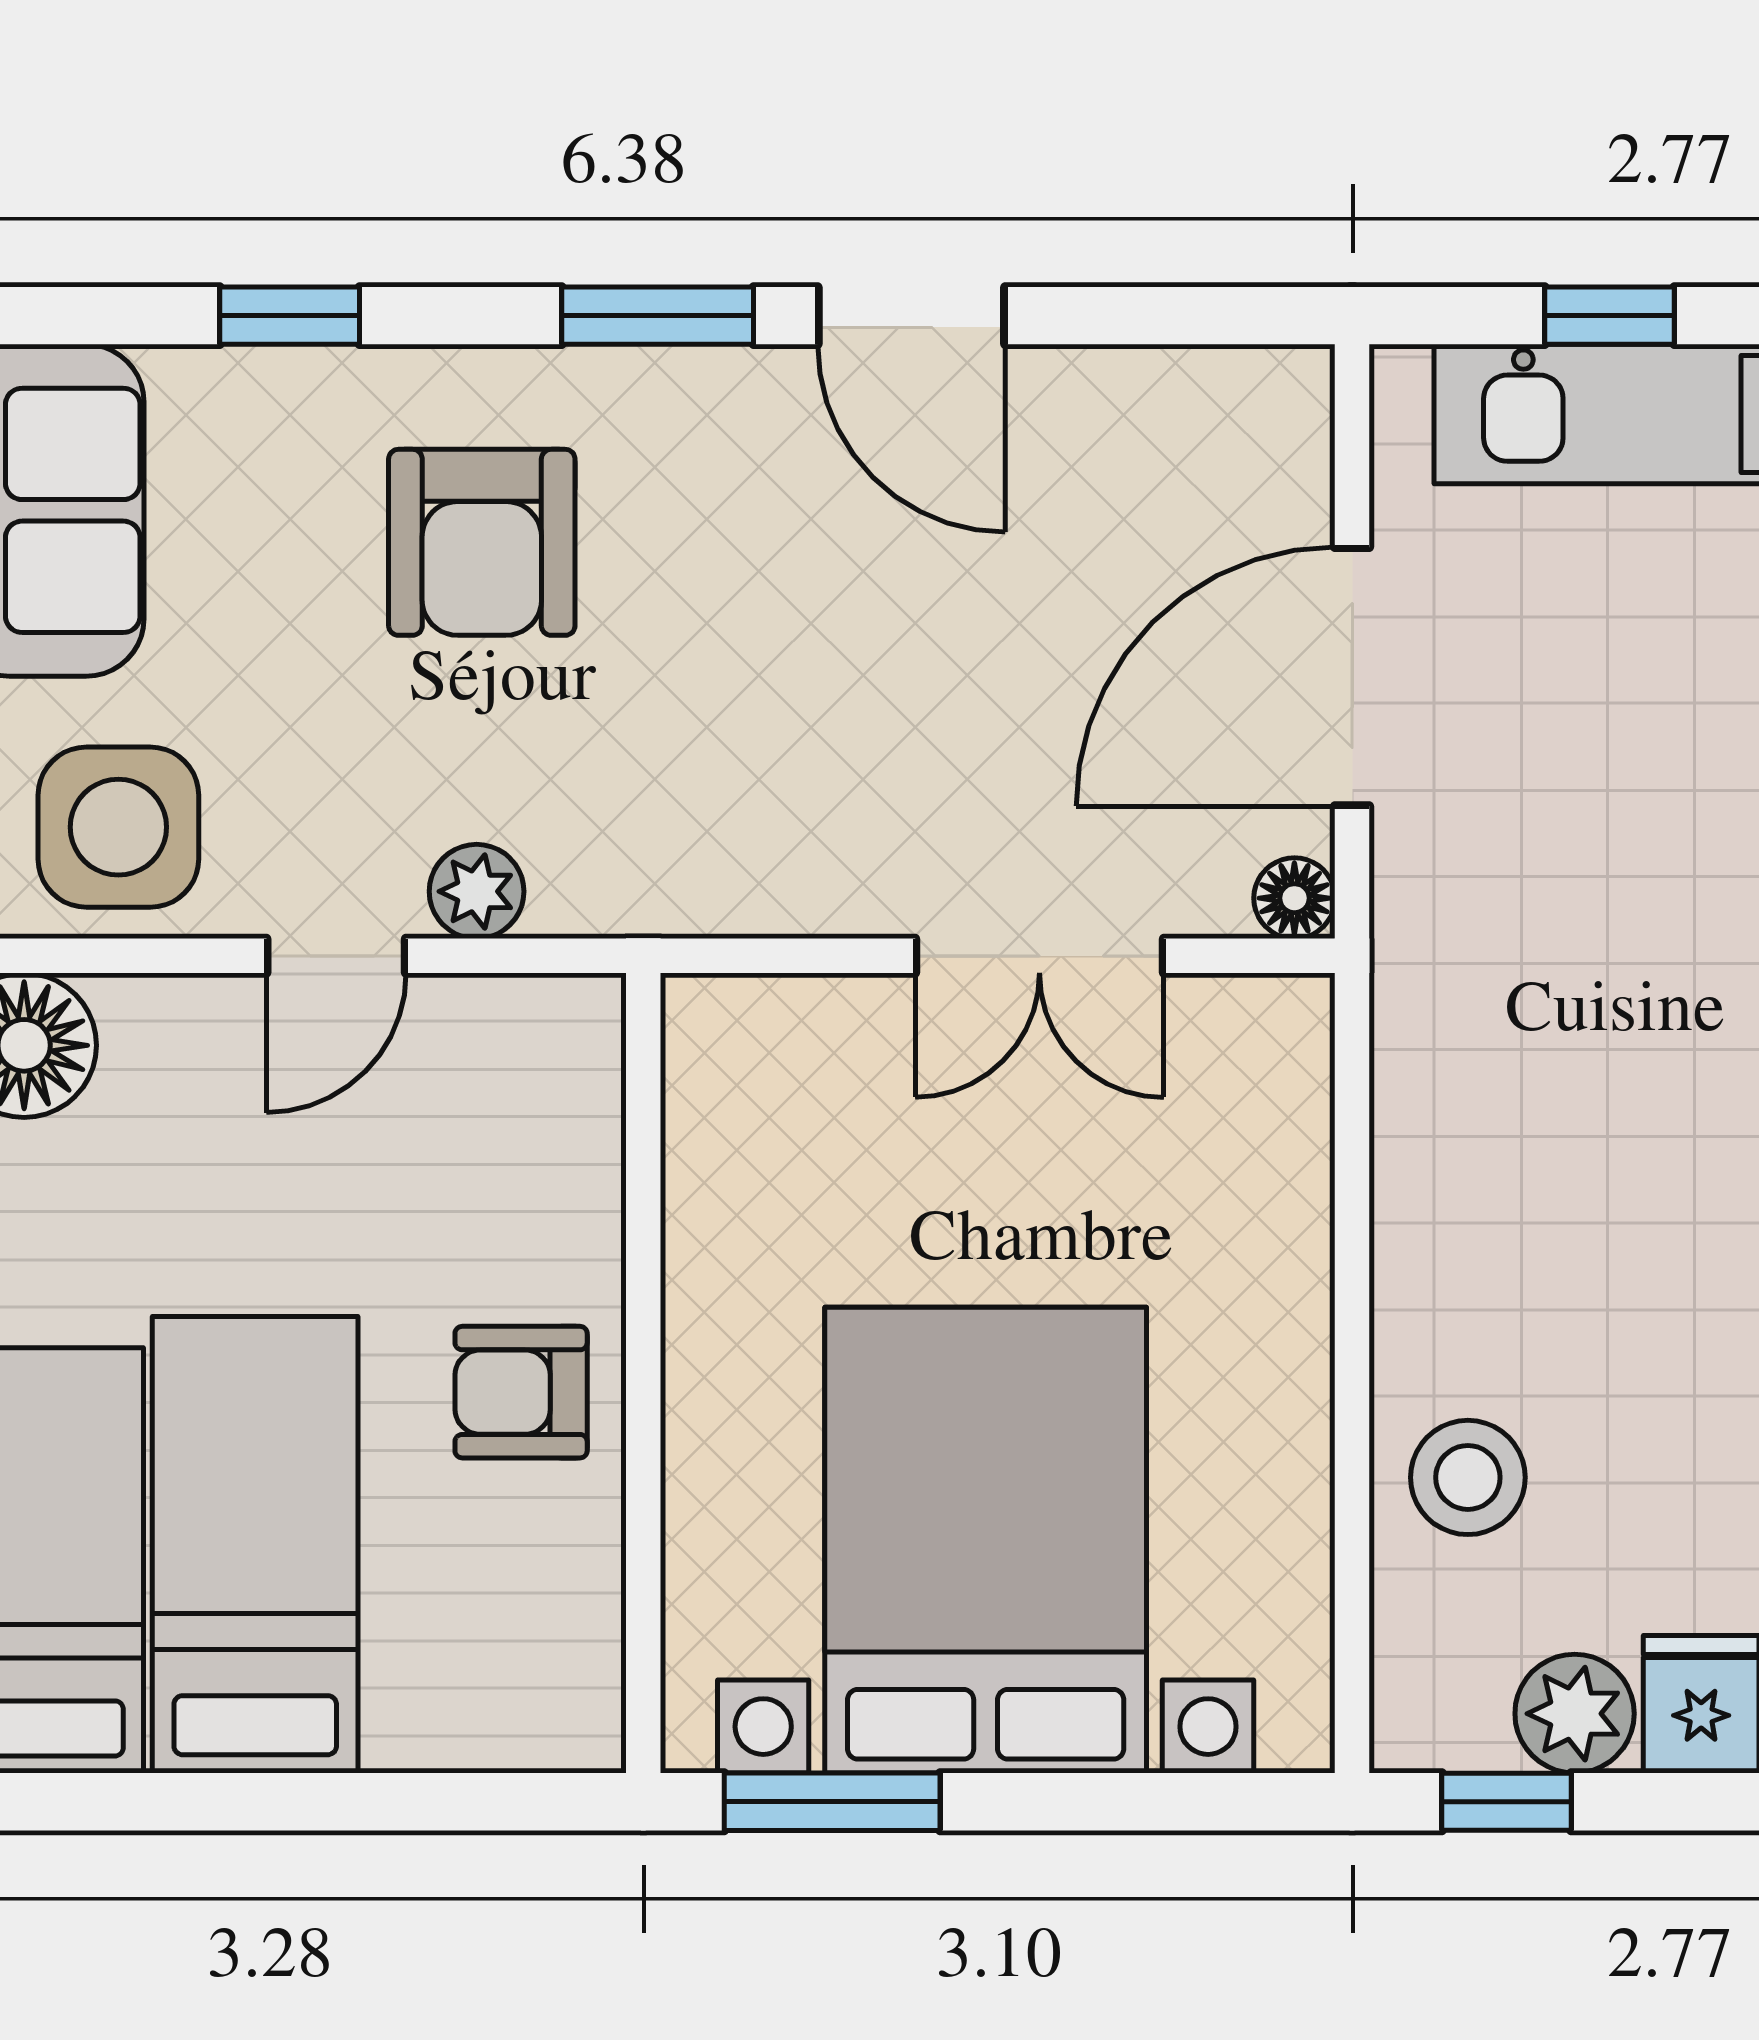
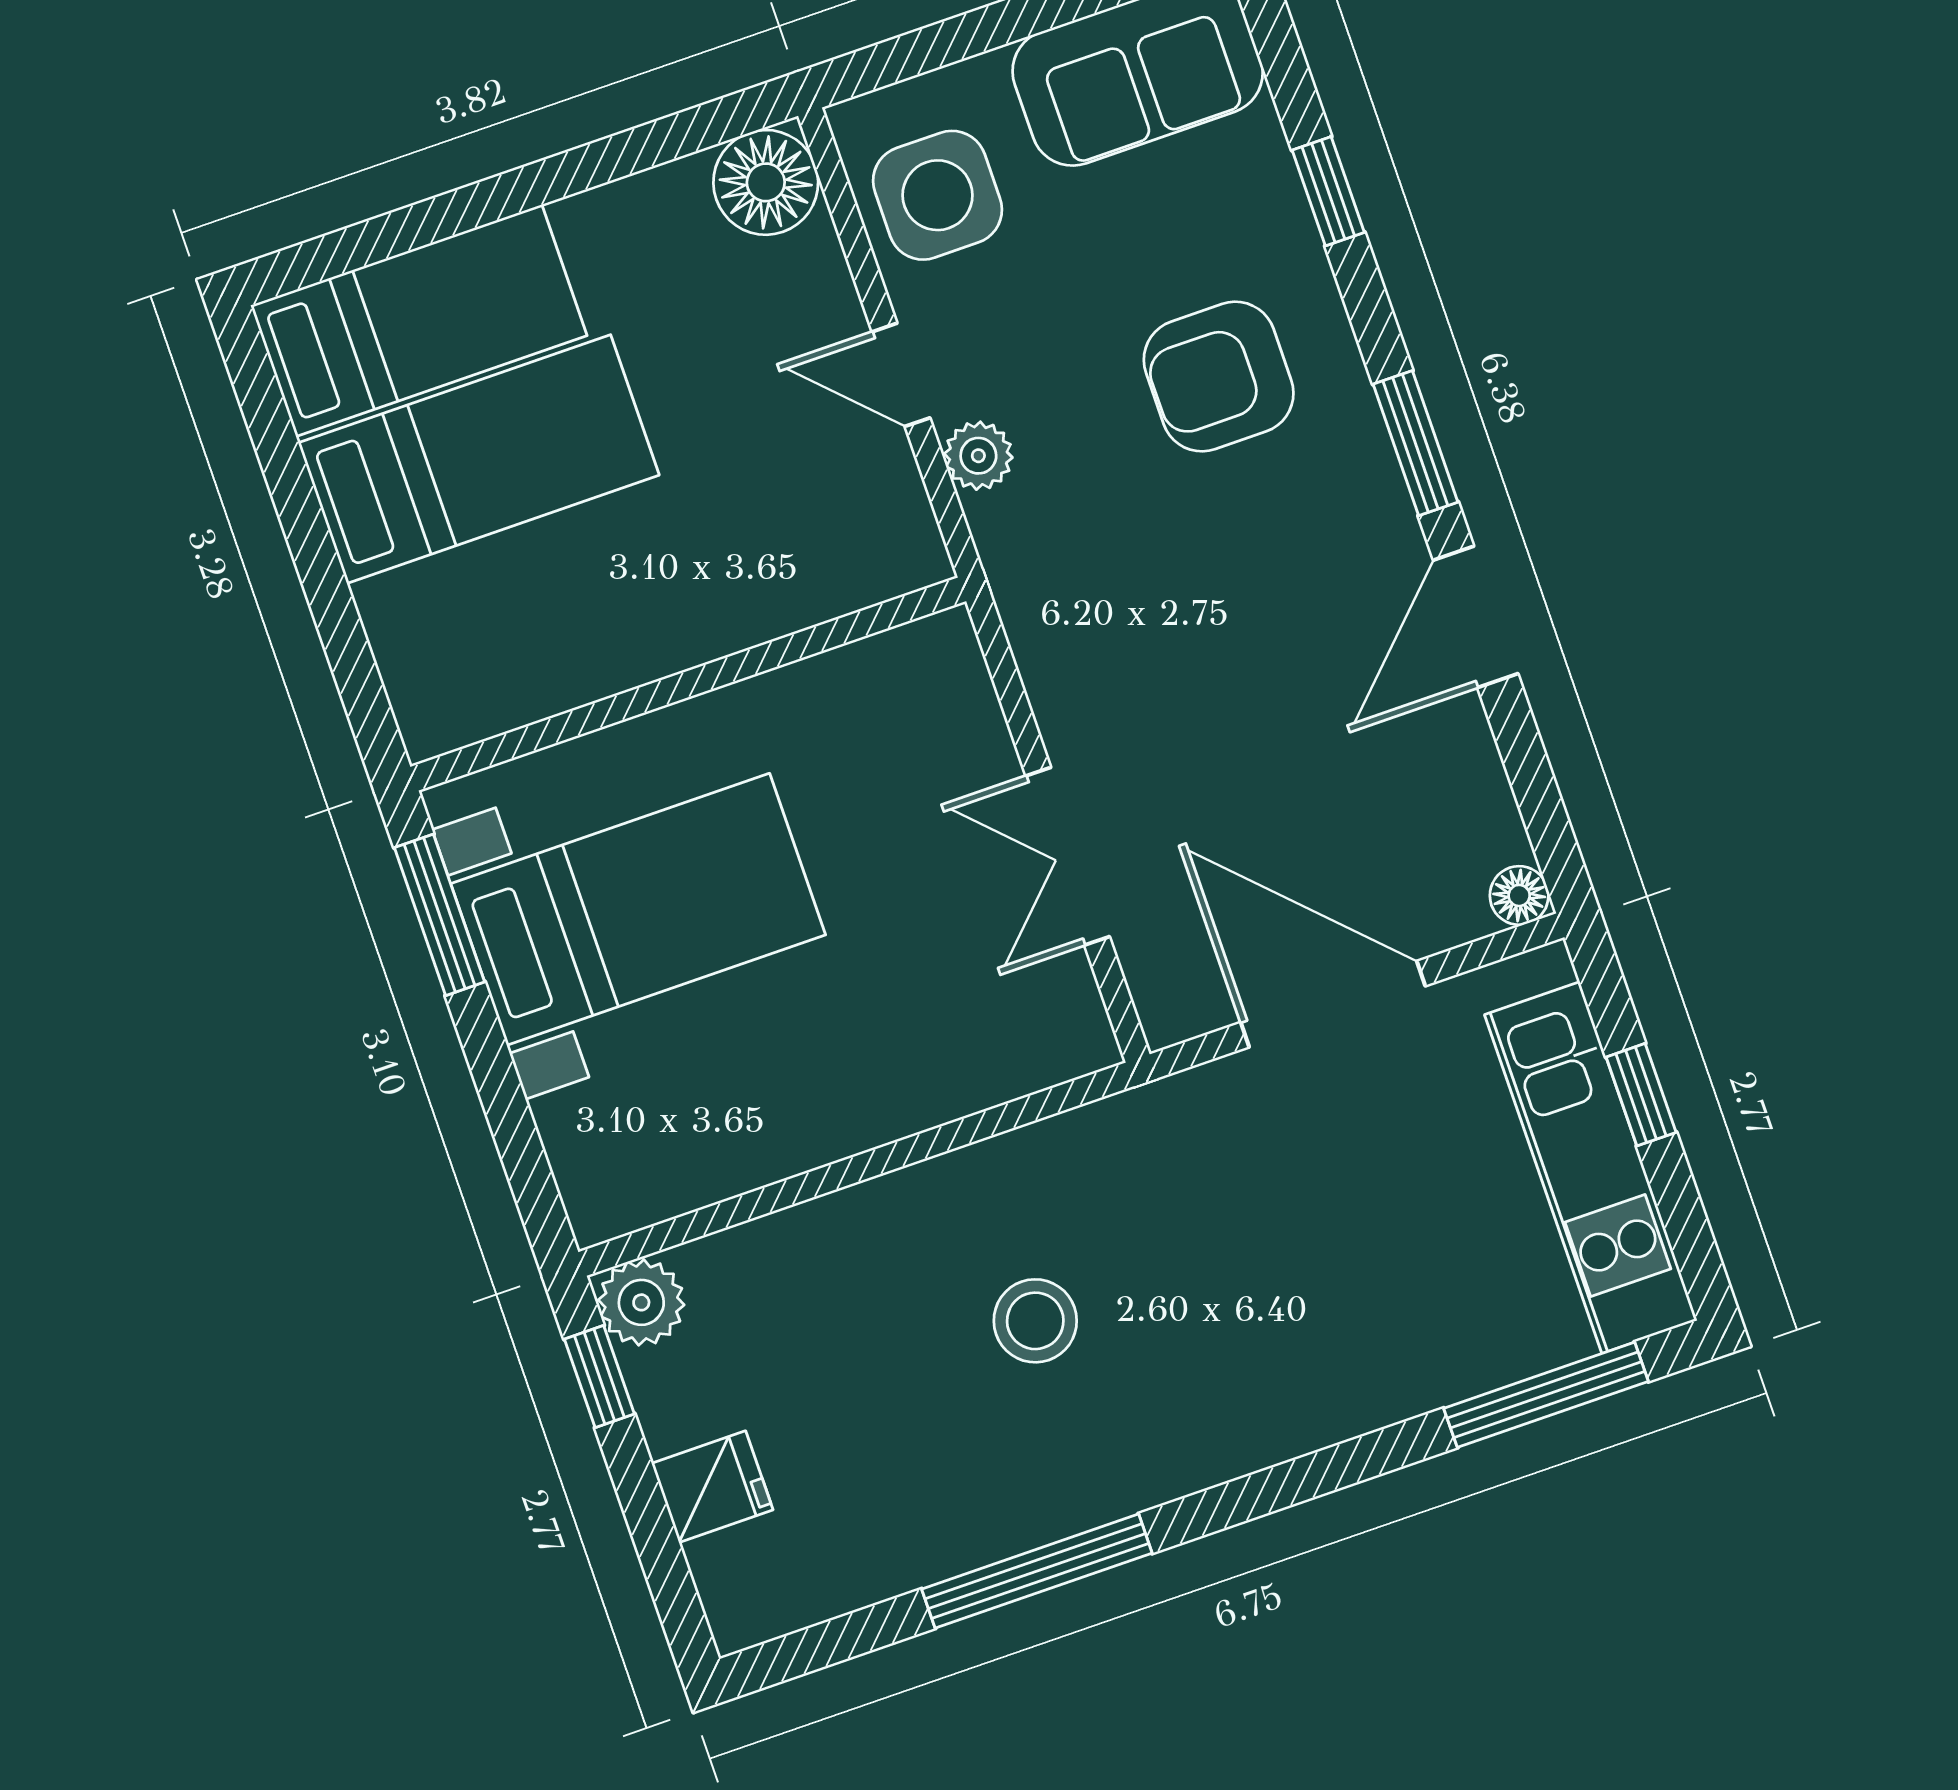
floor lamp: (1294, 898) -> (1519, 895), moved
armchair: (521, 1392) -> (646, 605), removed
stool: (1468, 1477) -> (1035, 1321), moved
bed with nightstands: (986, 1540) -> (638, 909), width x0.73
plant: (1575, 1714) -> (641, 1302), moved

